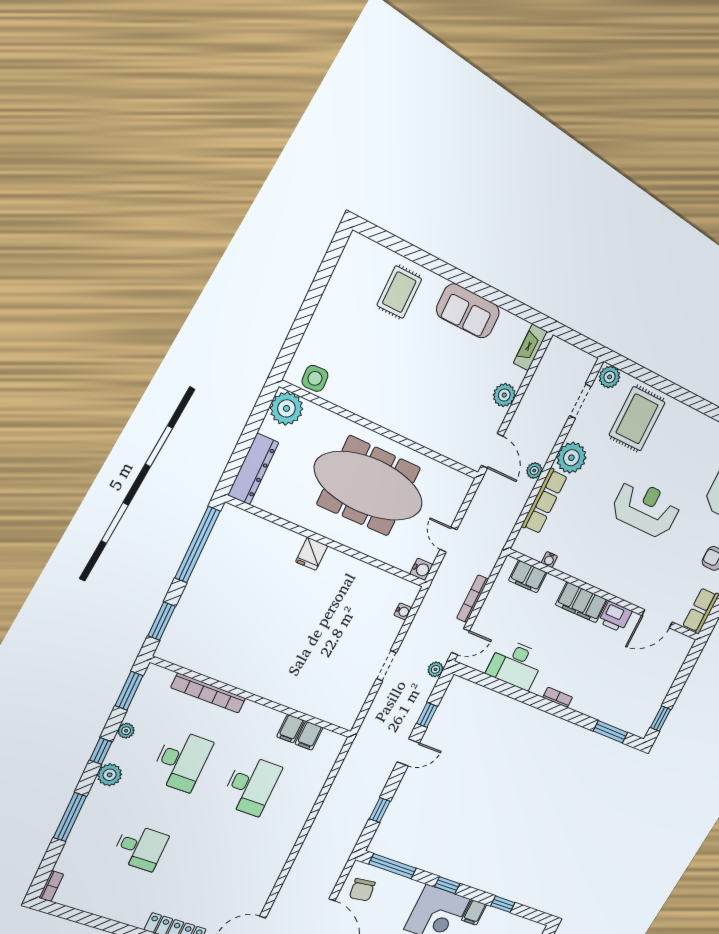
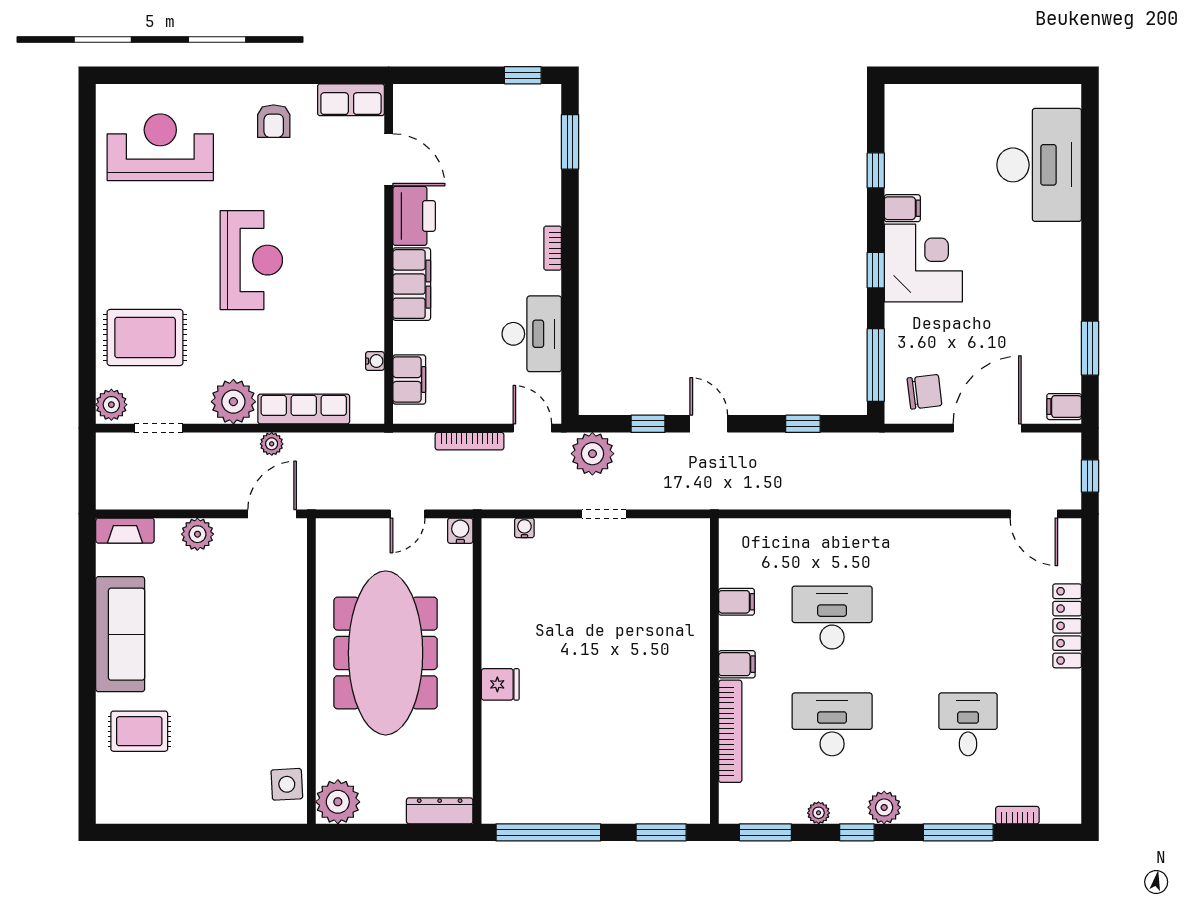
sofa: (468, 311) -> (120, 634), width x1.36
dresser: (253, 469) -> (440, 811), width x0.73, depth x0.80
reception desk: (646, 508) -> (251, 260), turned 180
printer: (615, 617) -> (414, 216), width x1.37, depth x1.19
plant: (435, 669) -> (592, 454), width x1.88, depth x1.88
filing cabinet: (309, 736) -> (737, 664), moved
bookcase: (51, 886) -> (1017, 815), moved

